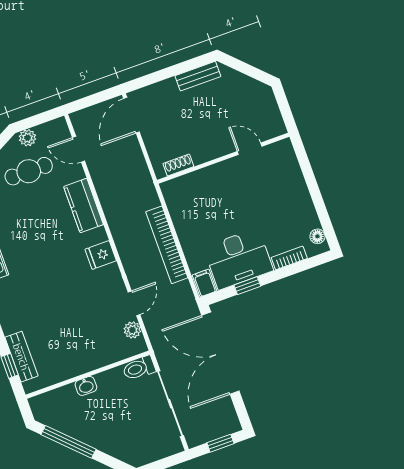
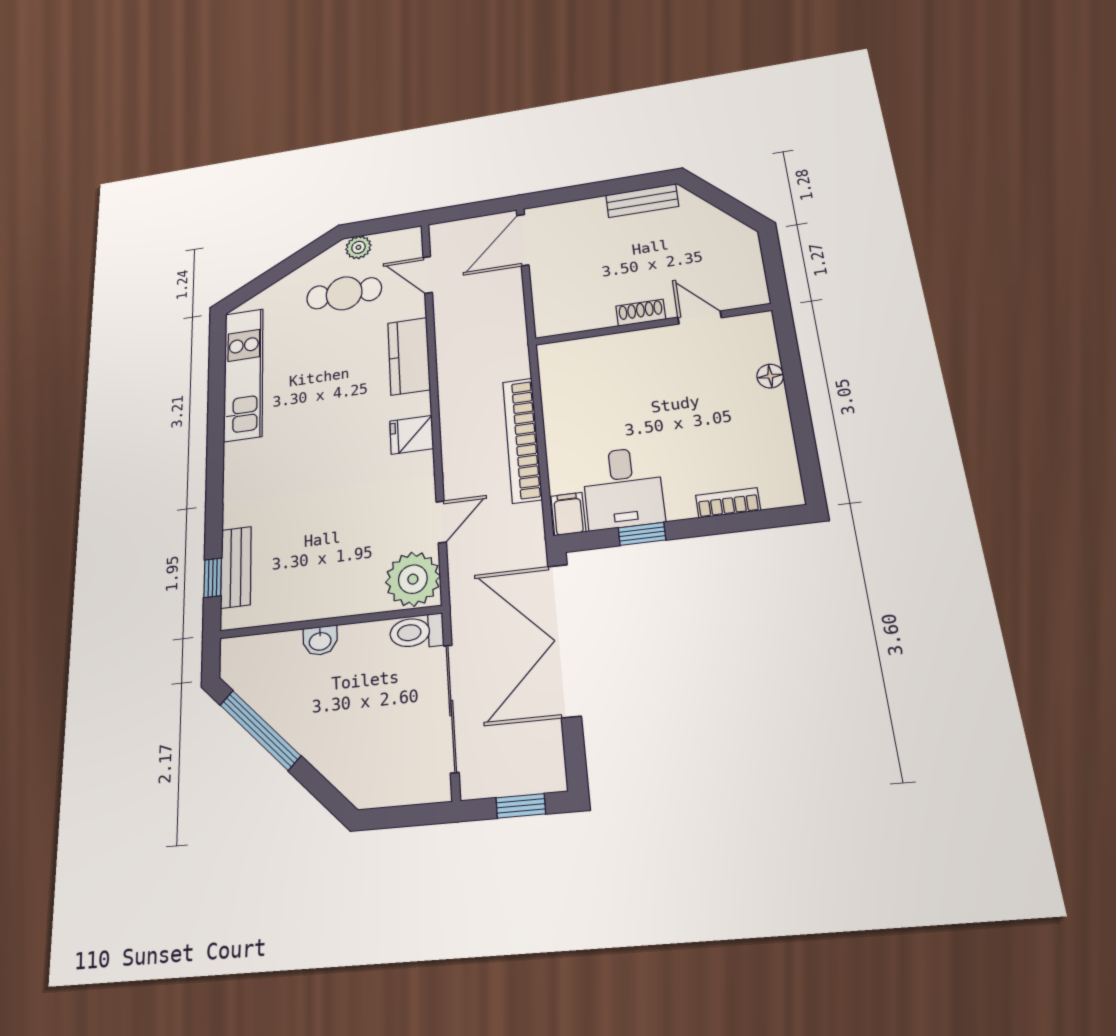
shoe rack: (178, 165) -> (641, 313), moved
floor lamp: (317, 236) -> (770, 376), moved
desk: (238, 259) -> (623, 488), width x0.73
plant: (132, 330) -> (413, 579), width x1.88, depth x1.88

